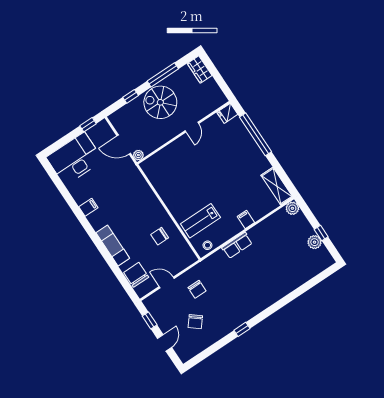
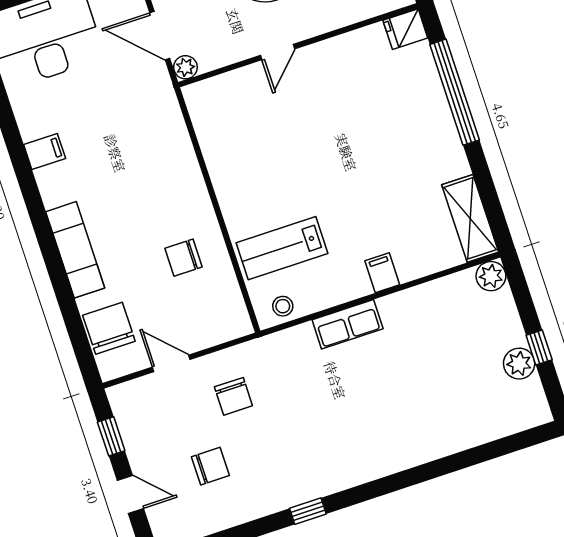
door: (192, 127) -> (278, 52), moved
chair: (195, 322) -> (210, 466), turned -129
door: (165, 343) -> (130, 494), hinge flipped

